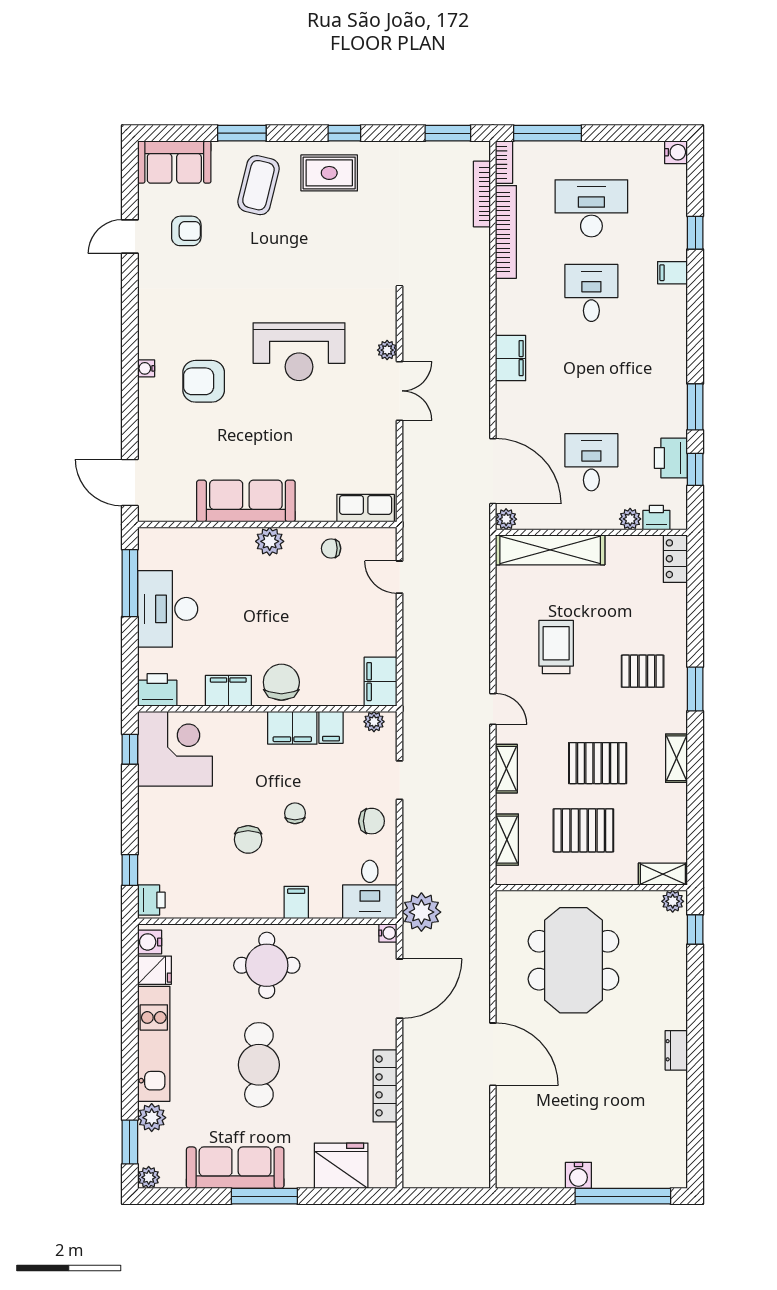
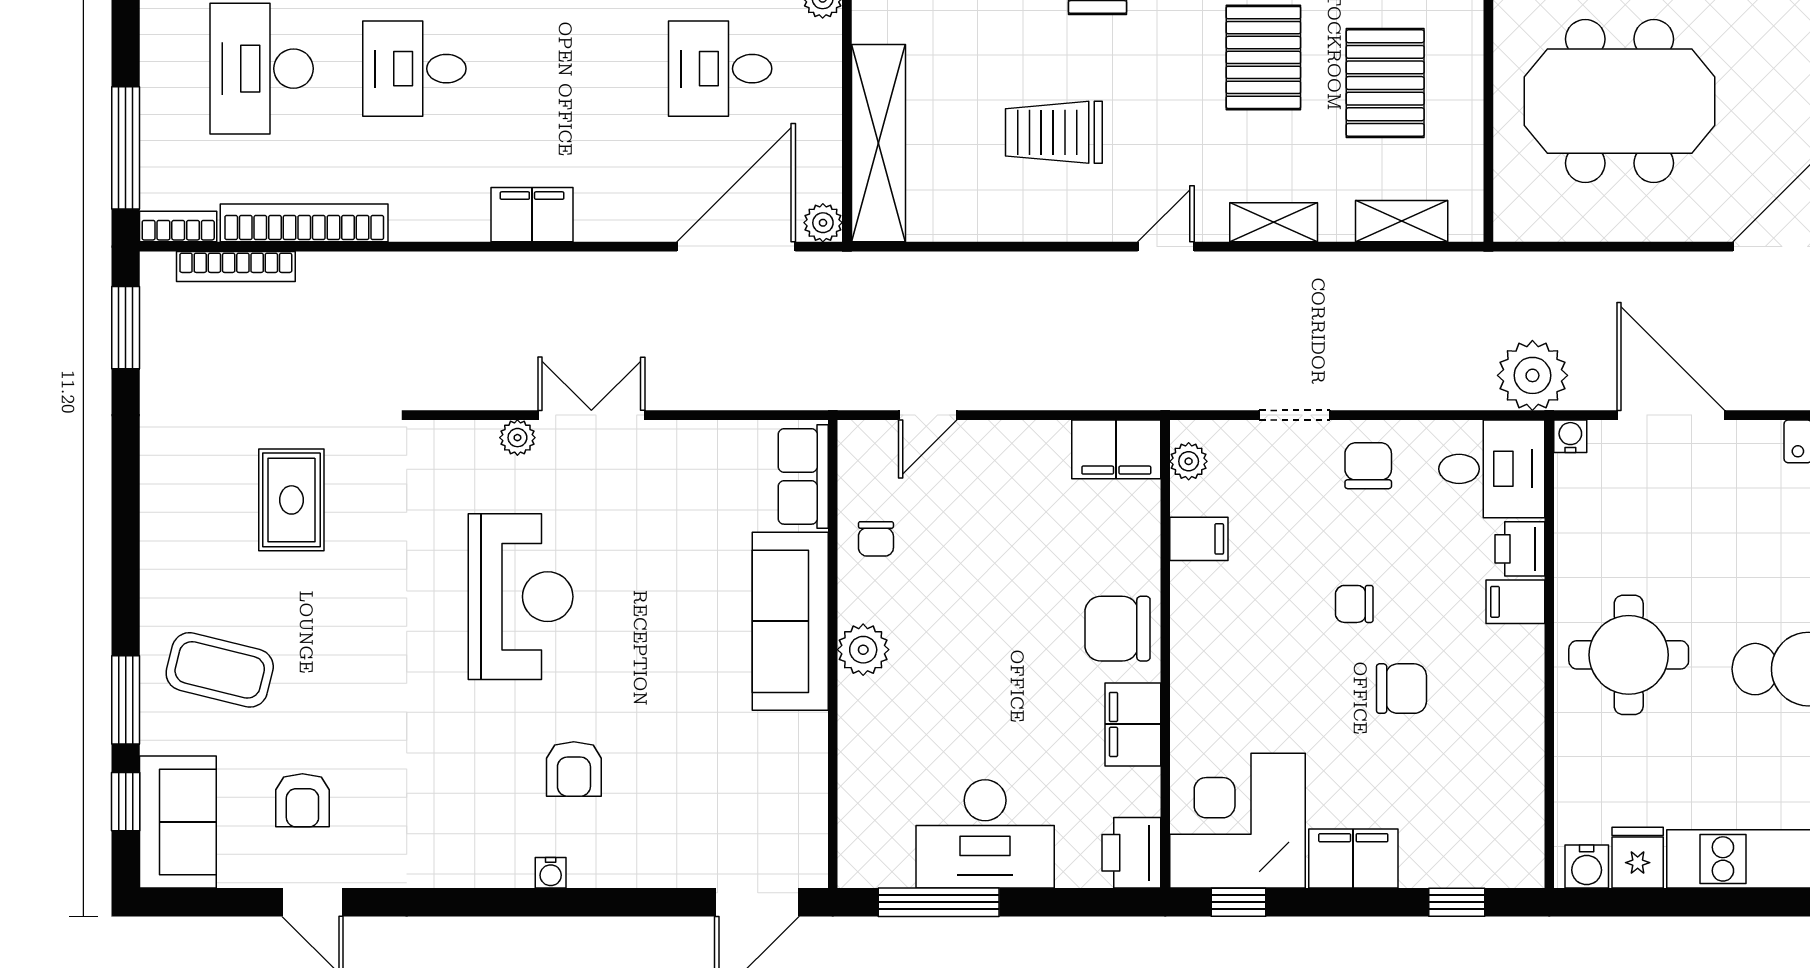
window: (344, 133) -> (126, 802), moved
rug: (329, 173) -> (291, 500), moved
armchair: (186, 231) -> (302, 800), turned 180
armchair: (204, 381) -> (574, 769), width x0.72, depth x0.72
sofa: (246, 501) -> (790, 621), moved
filing cabinet: (292, 728) -> (1353, 859), moved, turned -90
printer: (151, 900) -> (1520, 549), moved, turned -90

